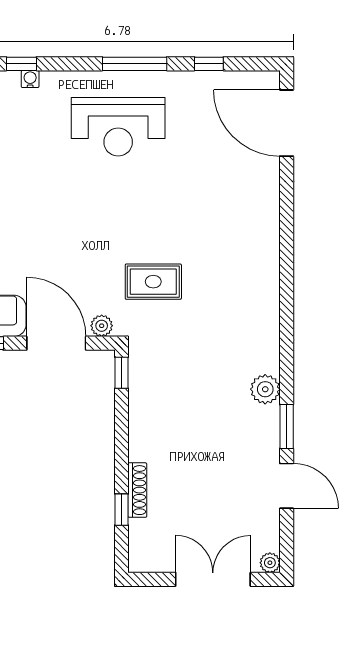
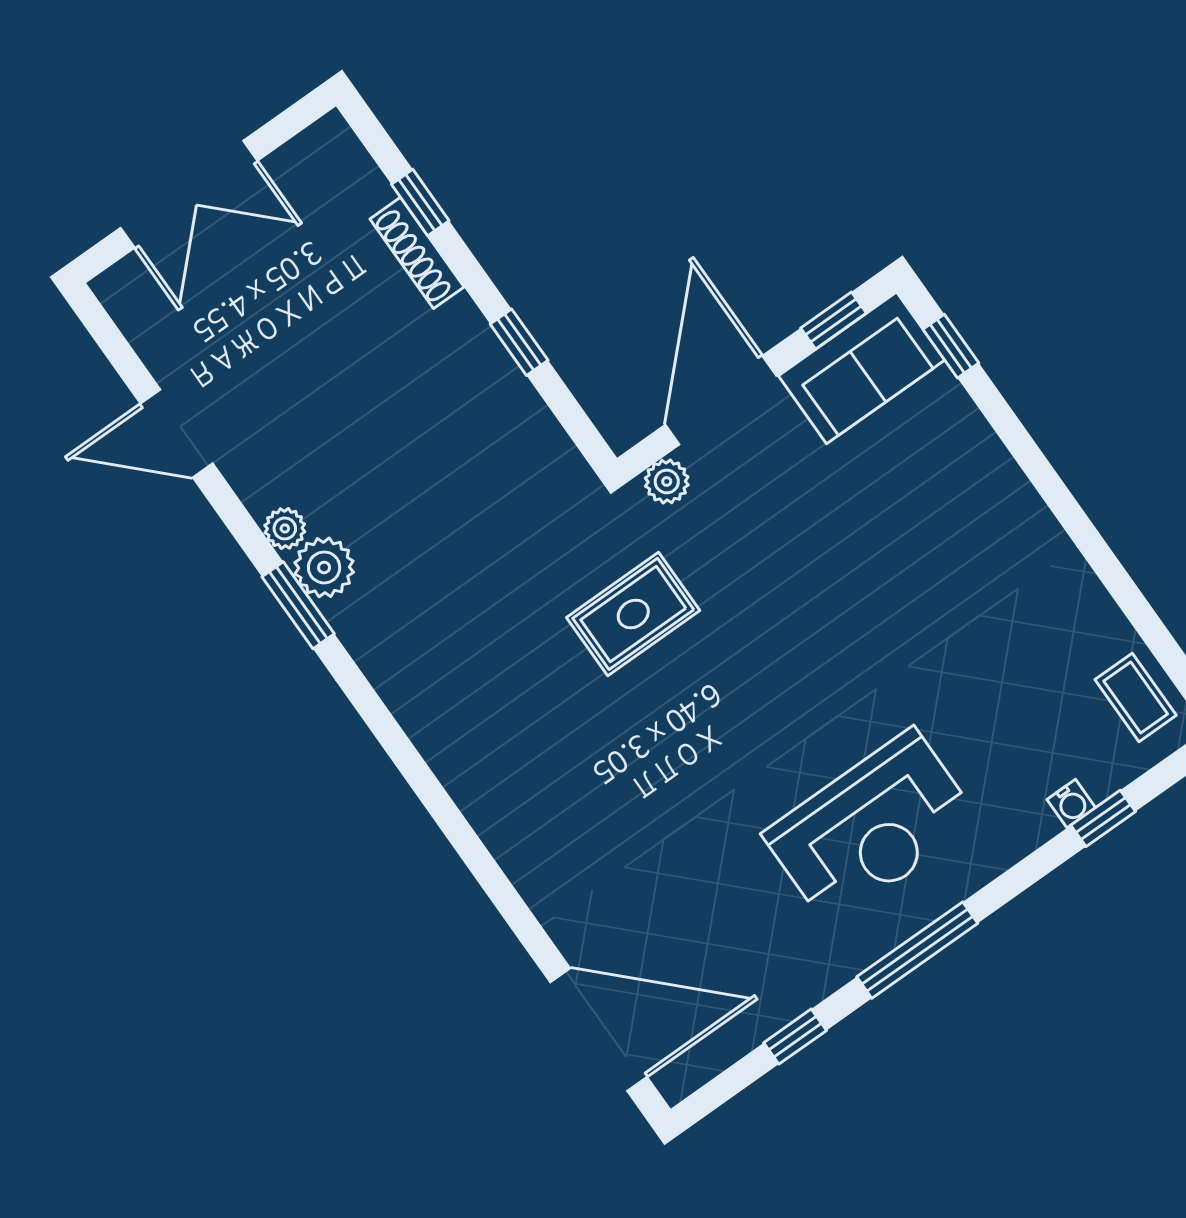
reception desk: (118, 127) -> (871, 828), turned 180
door: (56, 343) -> (721, 400), swing flipped
window: (121, 373) -> (519, 342), moved
window: (287, 426) -> (298, 605), moved
plant: (270, 563) -> (285, 528), moved

